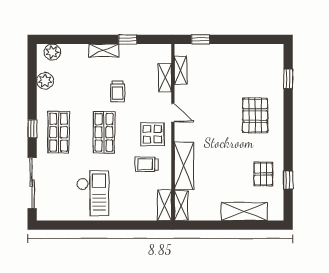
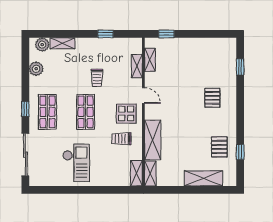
shelving: (104, 51) -> (62, 43), moved
pallet: (255, 115) -> (212, 98), width x0.67, depth x0.71

